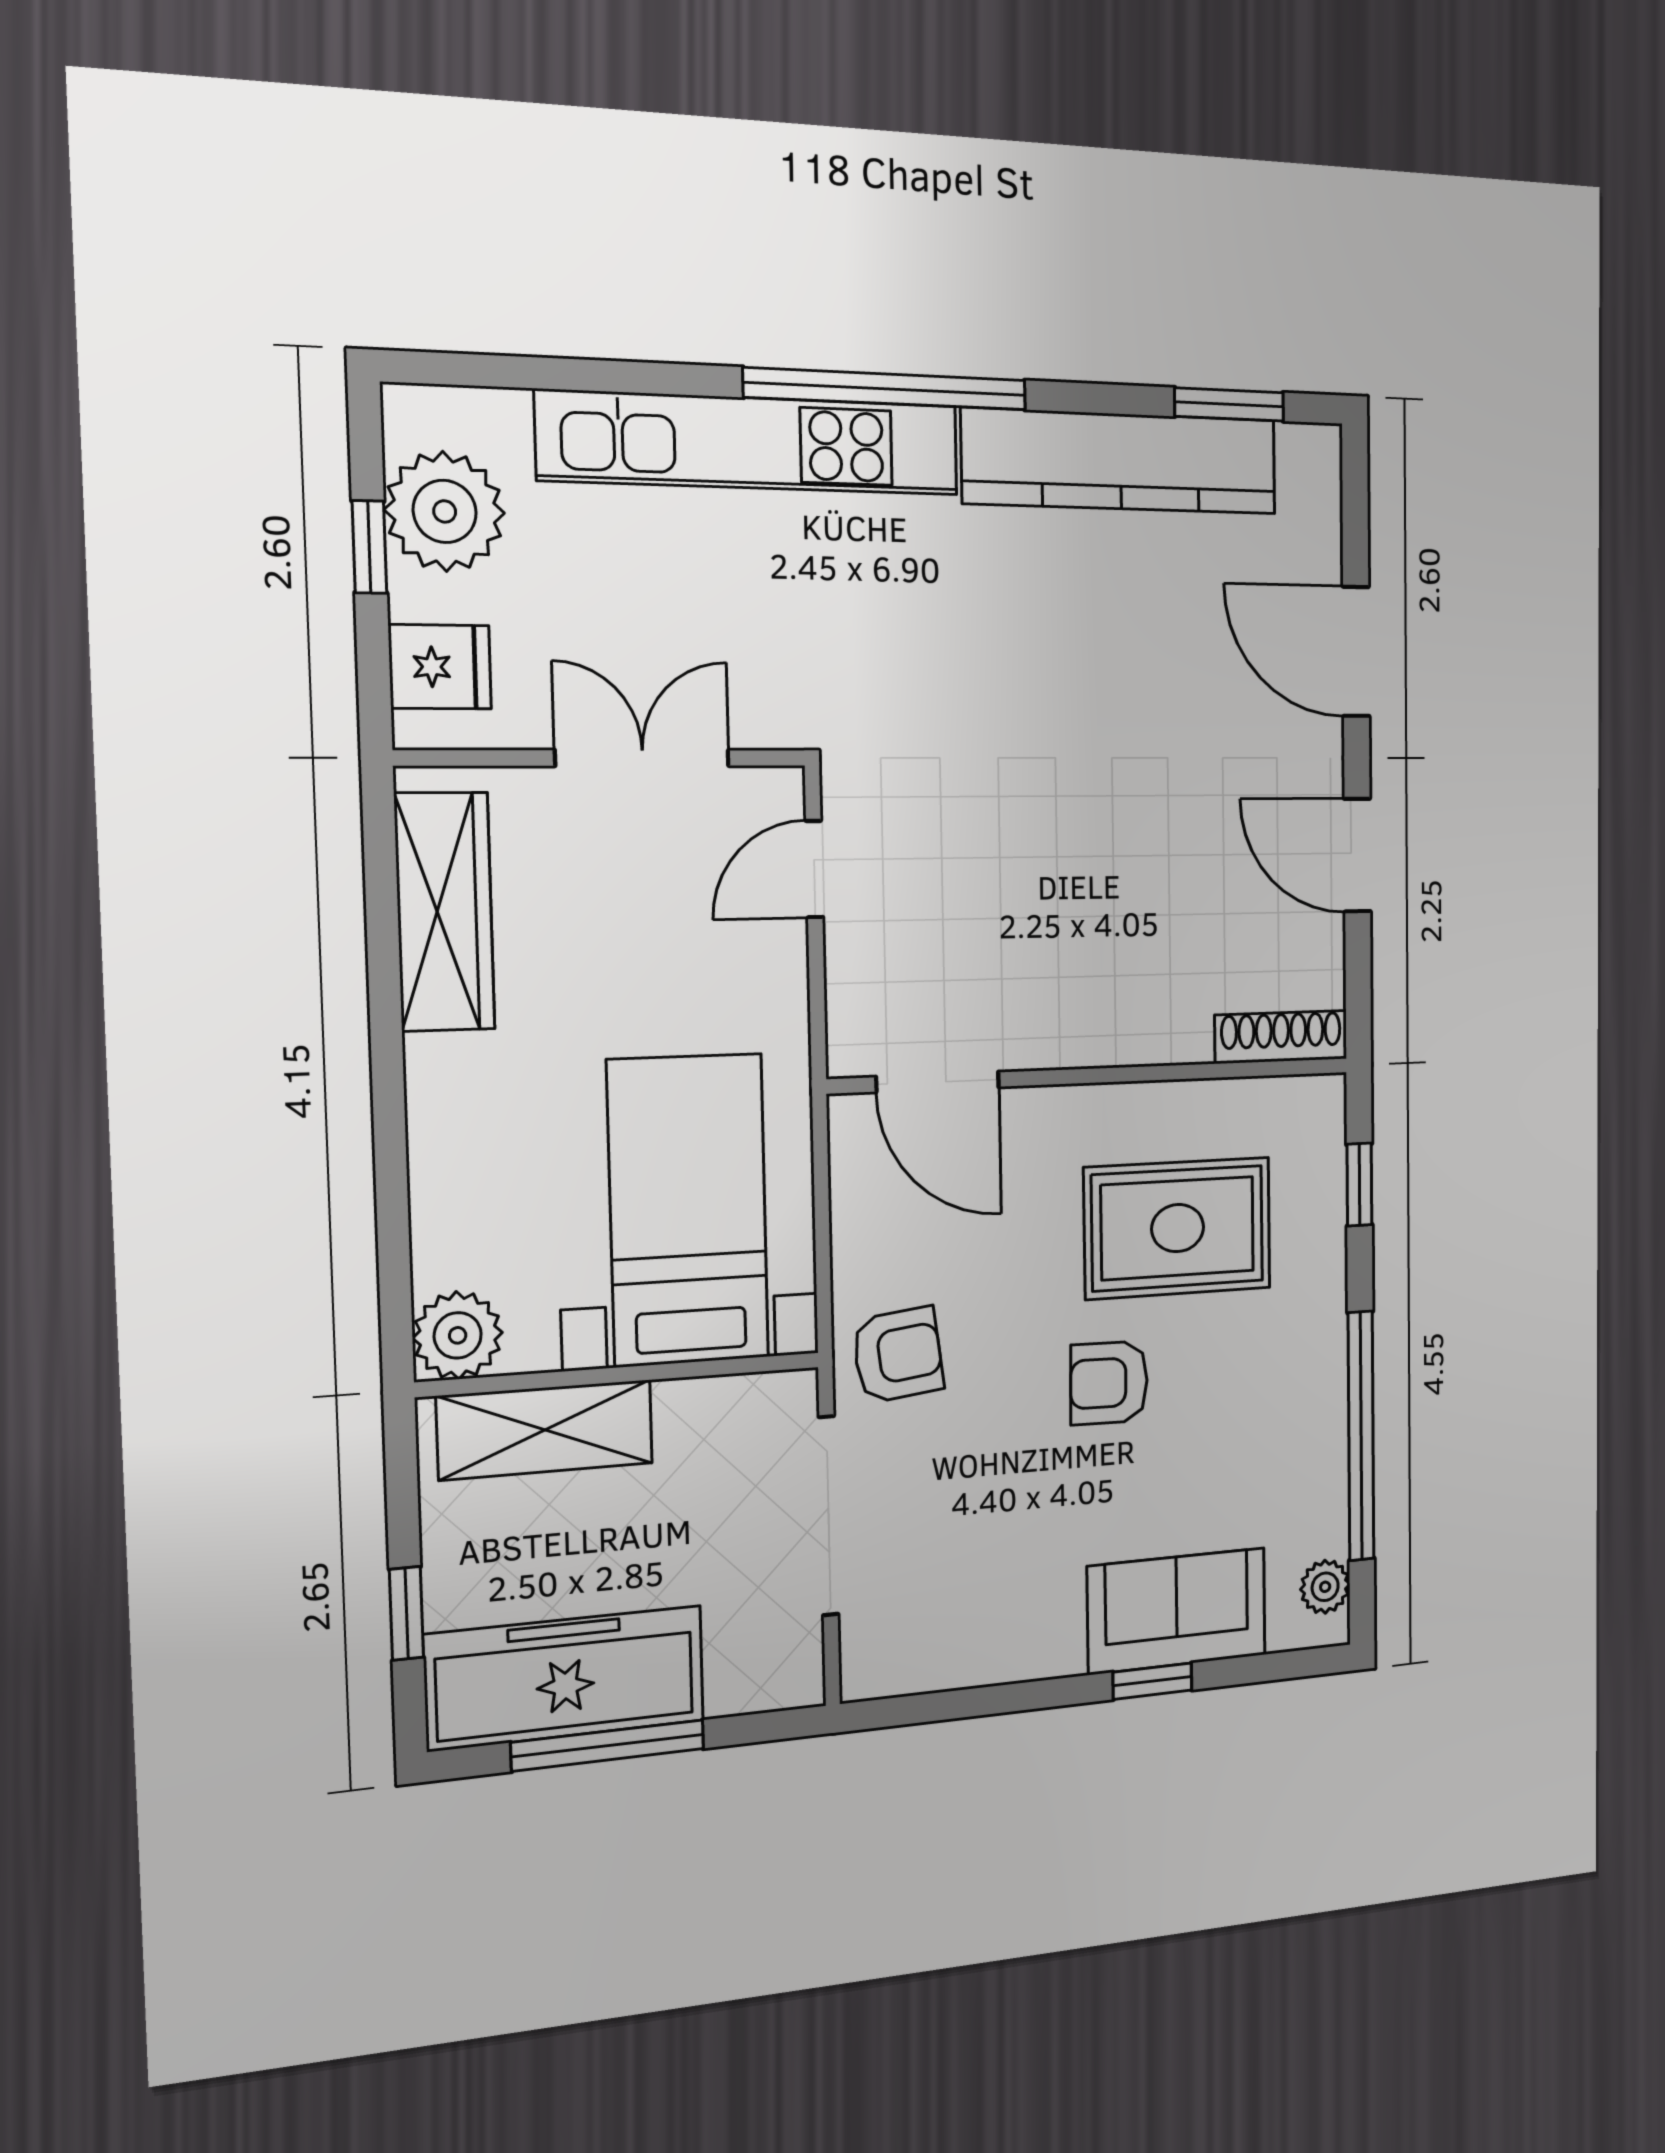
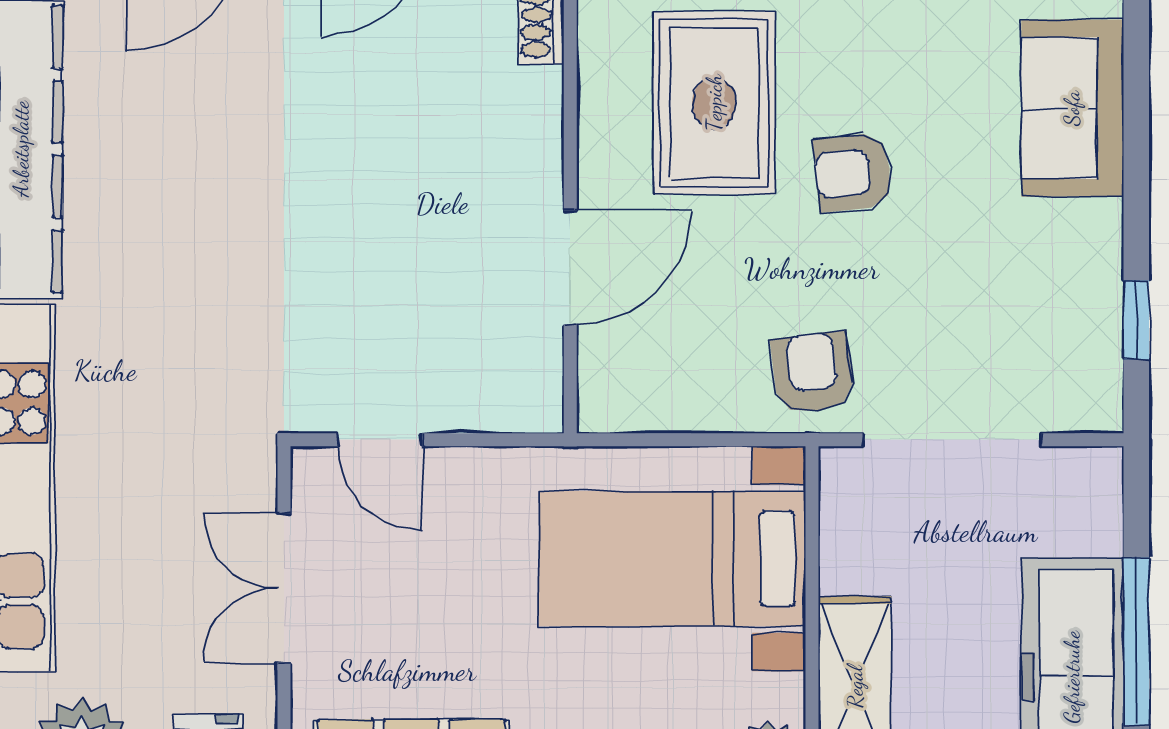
door: (938, 1082) -> (570, 267), moved
armchair: (1109, 1383) -> (853, 172), turned 83
window: (1152, 1681) -> (1136, 320), moved

